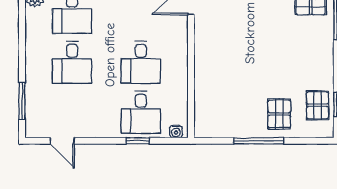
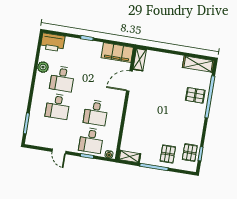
shelving: (213, 129) -> (129, 157), added
door: (62, 141) -> (59, 151), moved

